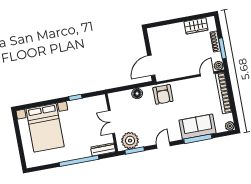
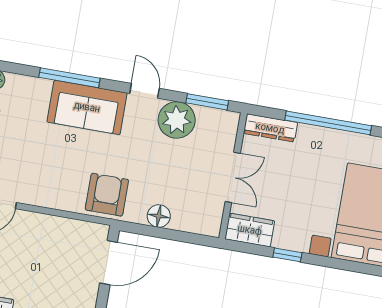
wardrobe: (96, 102) -> (250, 230), added
sofa: (198, 127) -> (87, 107), moved
plant: (130, 141) -> (177, 120), moved
door: (163, 145) -> (145, 91), swing flipped

